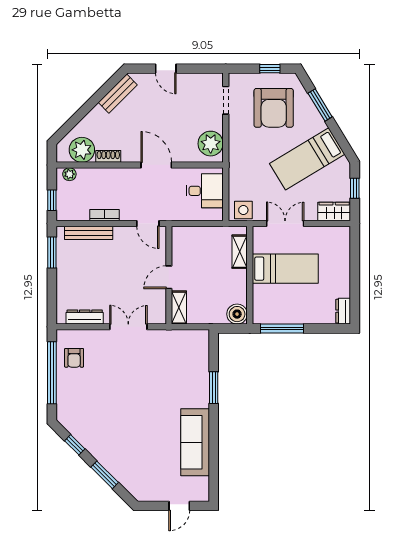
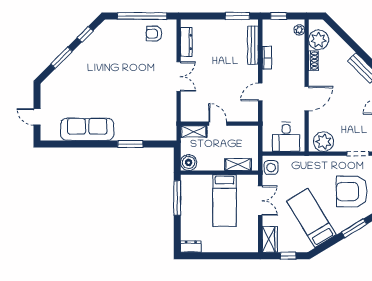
wall: (169, 275) -> (219, 124), moved
door: (169, 277) -> (218, 124), moved
shelving: (179, 308) -> (194, 132), moved

